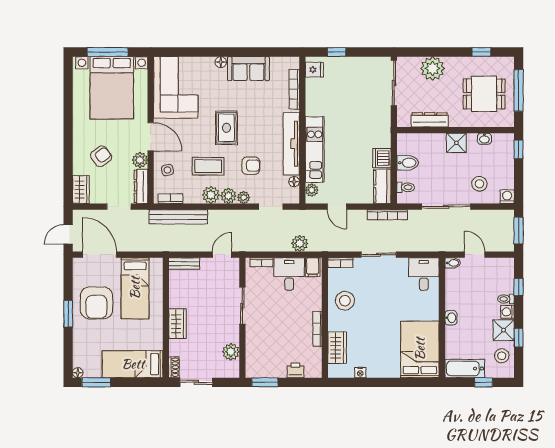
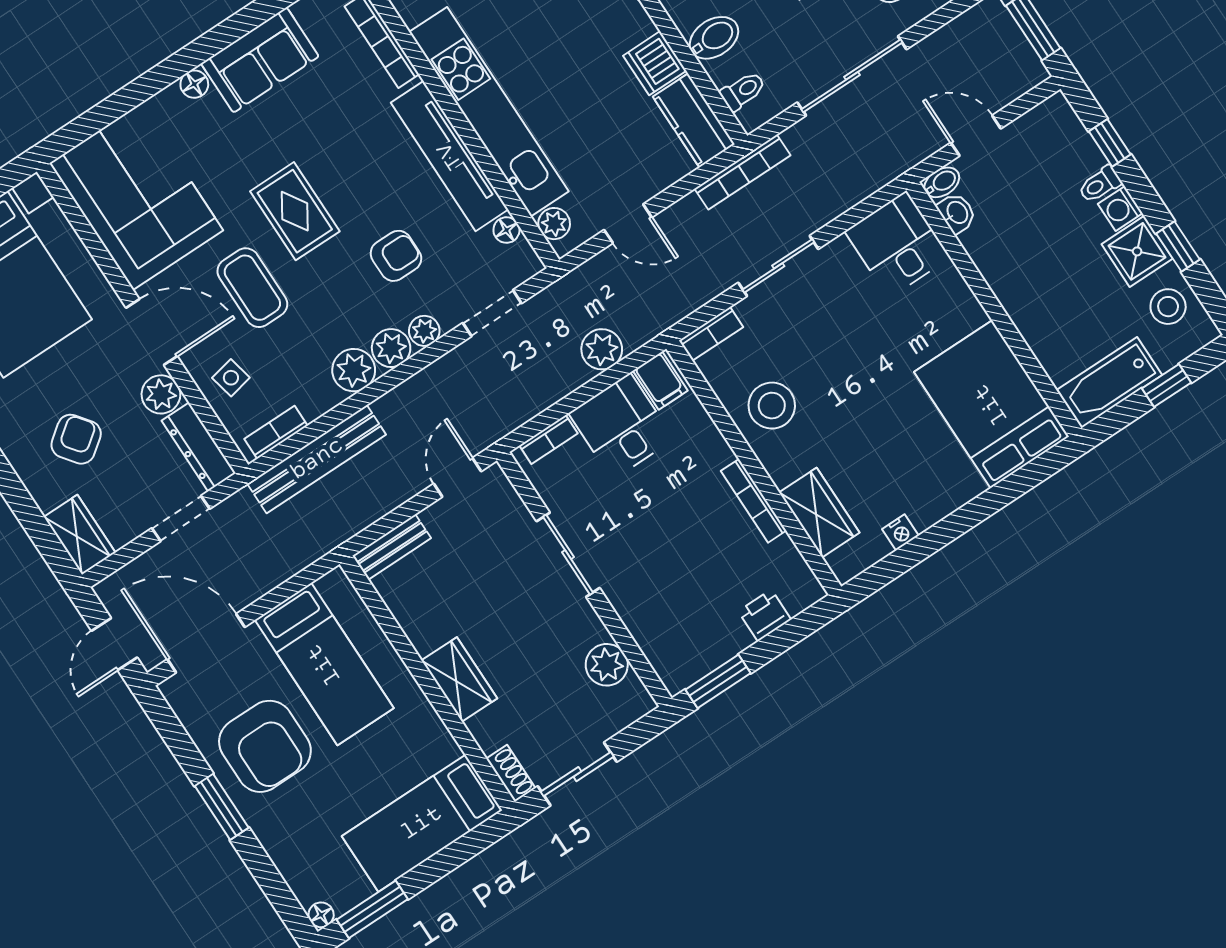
kitchen unit: (315, 149) -> (489, 112), width x1.36
coffee table: (208, 166) -> (252, 288), moved, turned 90
washbasin: (451, 318) -> (957, 213), moved

